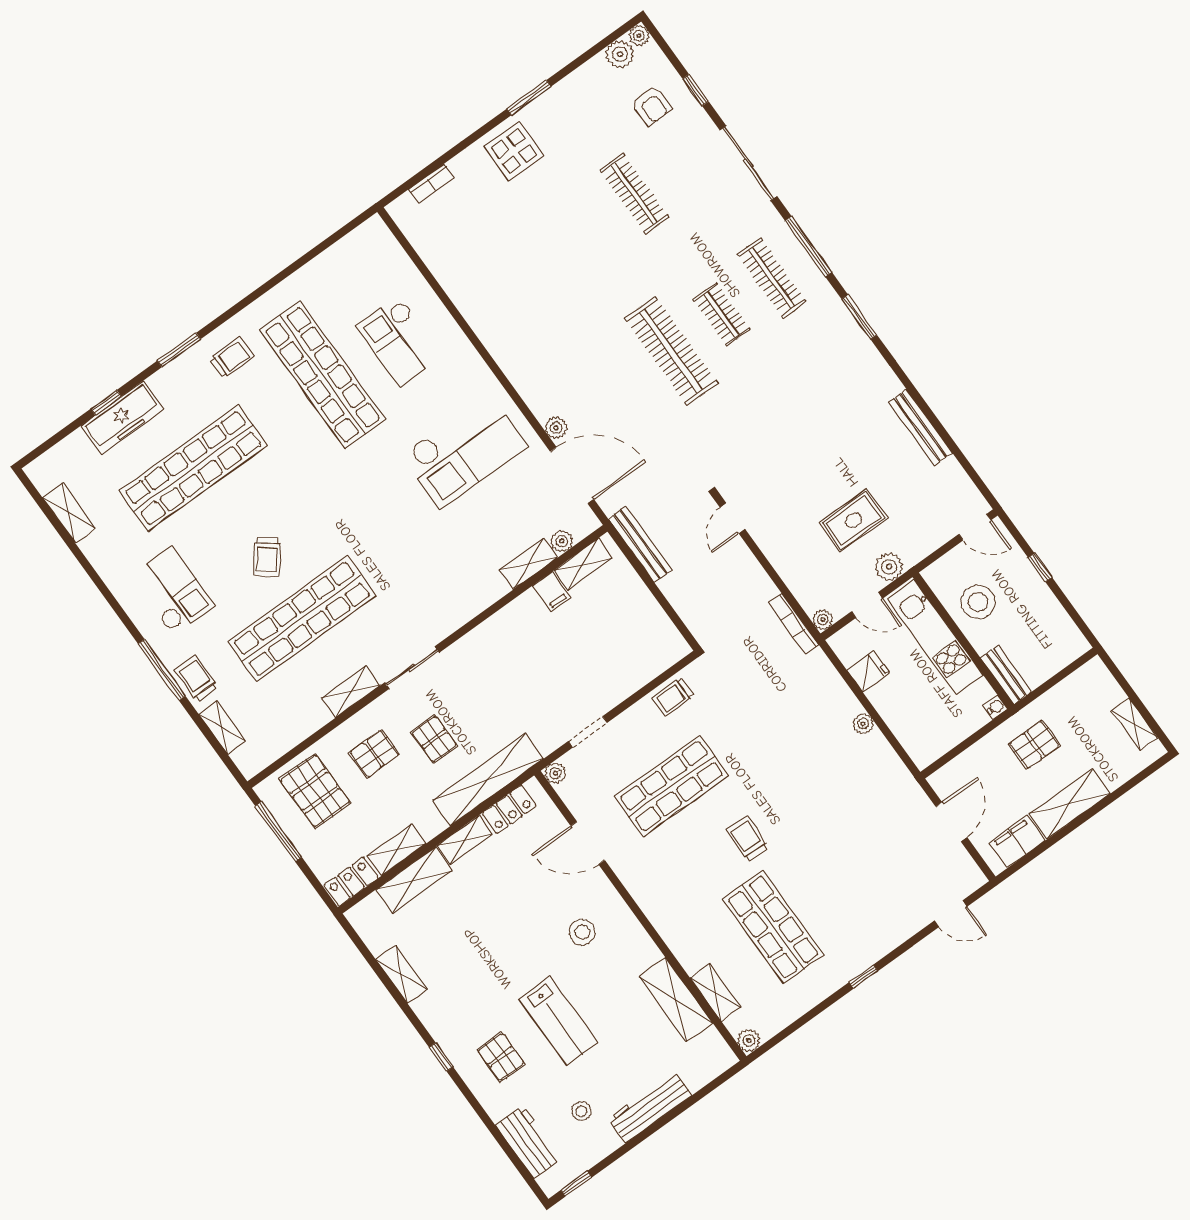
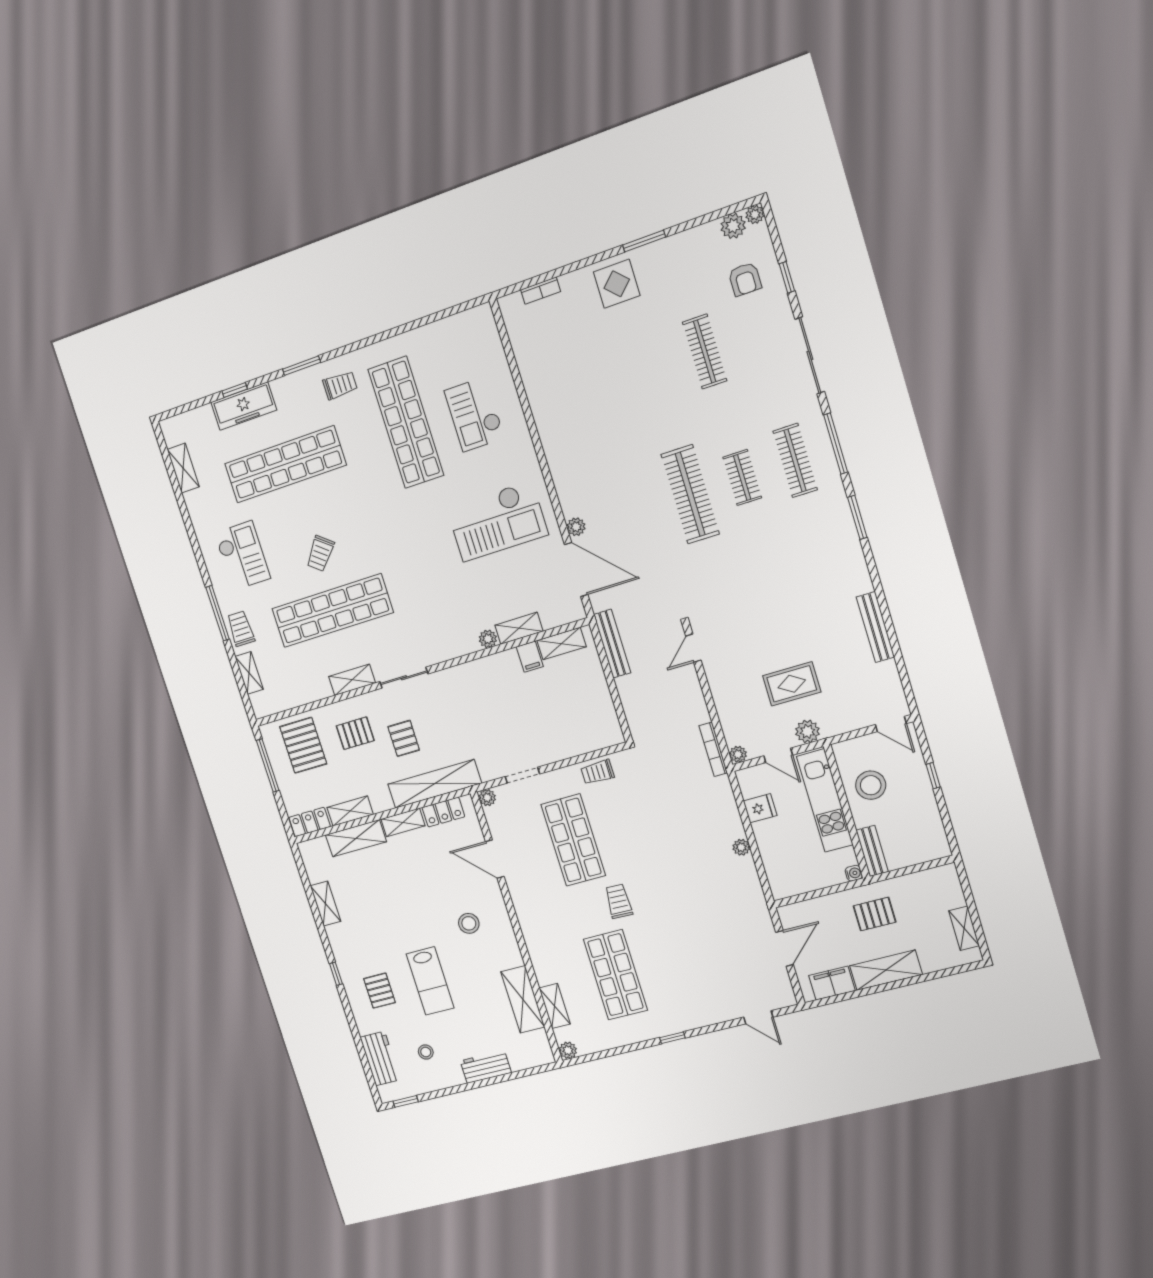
plant: (562, 541) -> (488, 639), moved
shop shelf: (671, 786) -> (573, 840), turned 90
workbench: (650, 1107) -> (486, 1067), width x0.73

